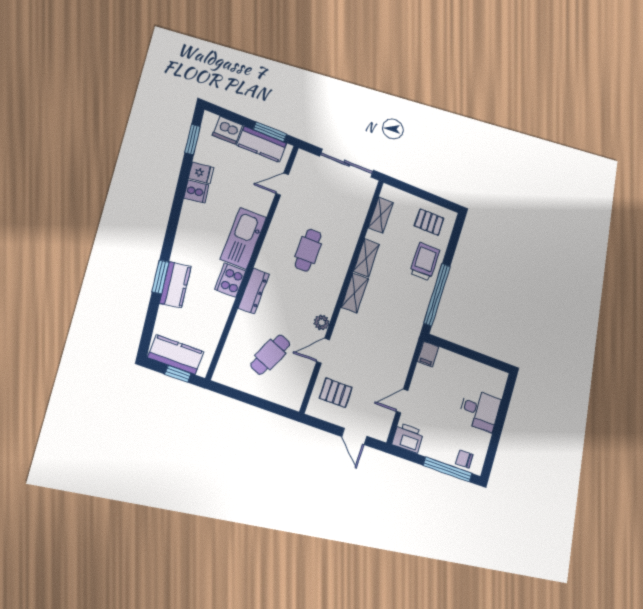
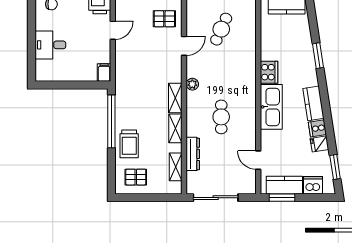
door: (282, 184) -> (258, 160), swing flipped
kitchen counter: (175, 285) -> (313, 103), moved
dresser: (254, 291) -> (193, 154), moved, turned 180
plant: (322, 322) -> (192, 84), moved

